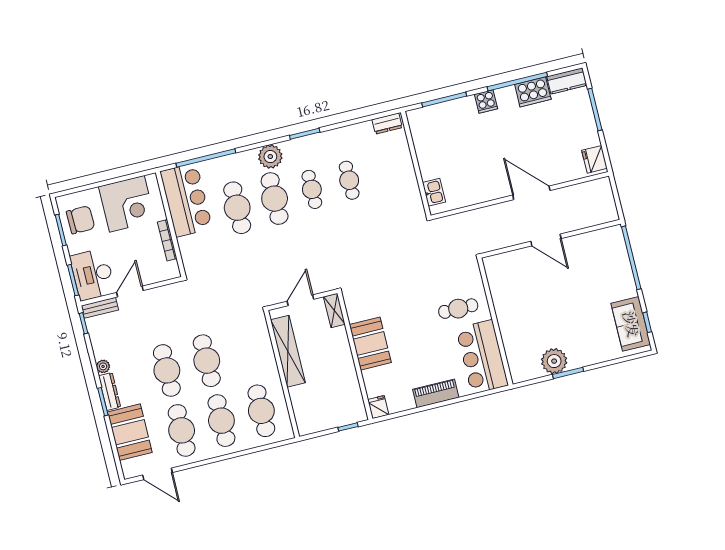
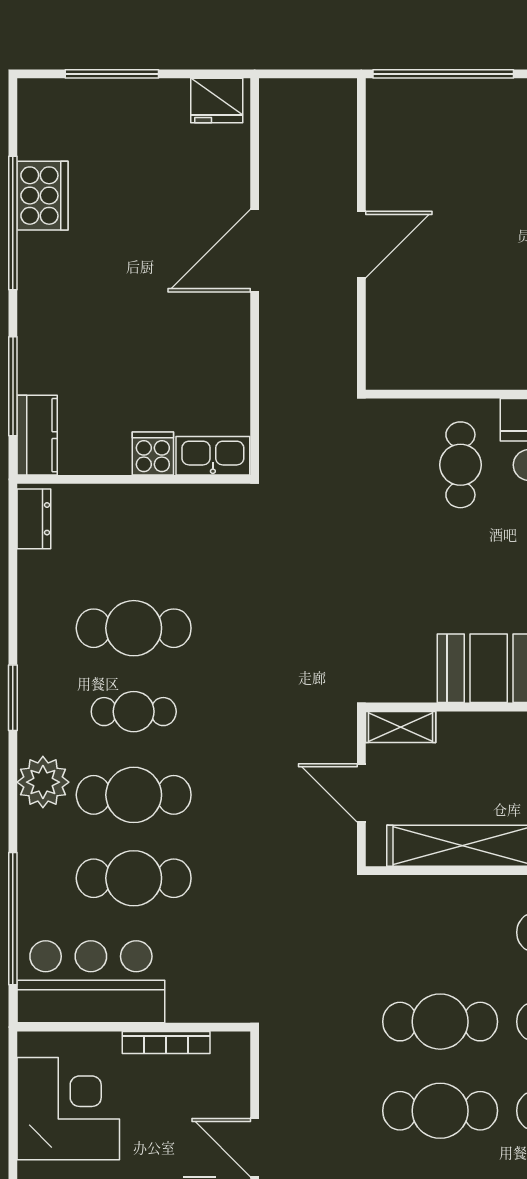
kitchen counter: (567, 81) -> (37, 435), moved
cooker: (486, 102) -> (153, 453), moved, turned -90
cafe table: (349, 180) -> (134, 628), width x1.37, depth x1.35
kitchen sink: (434, 192) -> (213, 456), width x1.38

